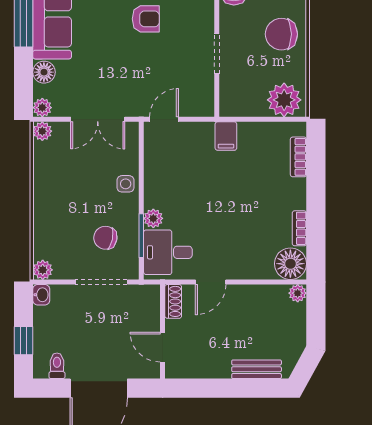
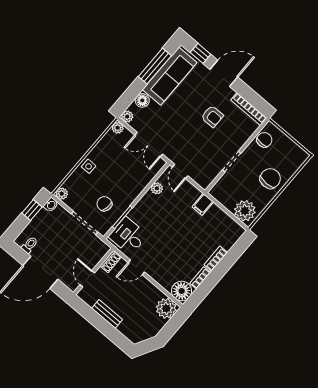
chair: (281, 34) -> (270, 179), turned 90
door: (164, 119) -> (180, 171), swing flipped
bookcase: (298, 157) -> (216, 259), moved
side table: (126, 184) -> (89, 166), moved
plant: (153, 218) -> (157, 188), moved
plant: (298, 293) -> (166, 308), width x1.88, depth x1.88
window: (23, 341) -> (32, 210), moved
bench: (257, 369) -> (107, 314), moved

